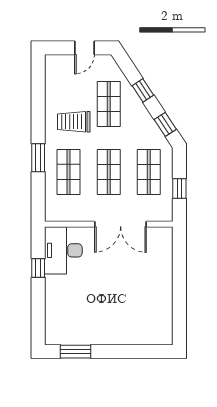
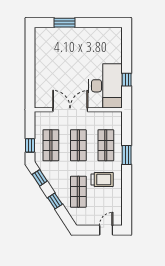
door: (84, 48) -> (106, 230), moved
window: (179, 189) -> (30, 145), moved
desk: (63, 250) -> (105, 86), width x1.36, depth x1.30
window: (76, 352) -> (65, 23), moved

